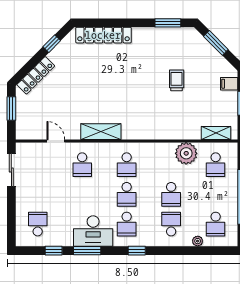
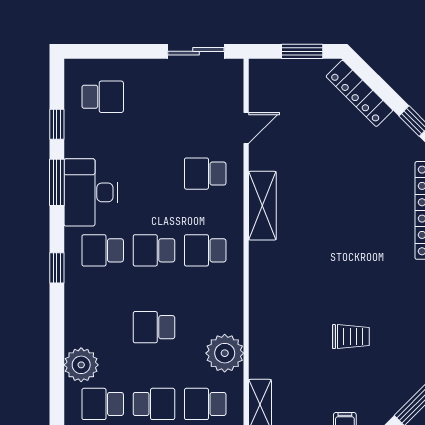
school desk: (171, 224) -> (154, 404), moved
plant: (198, 241) -> (81, 365), width x1.87, depth x1.87

